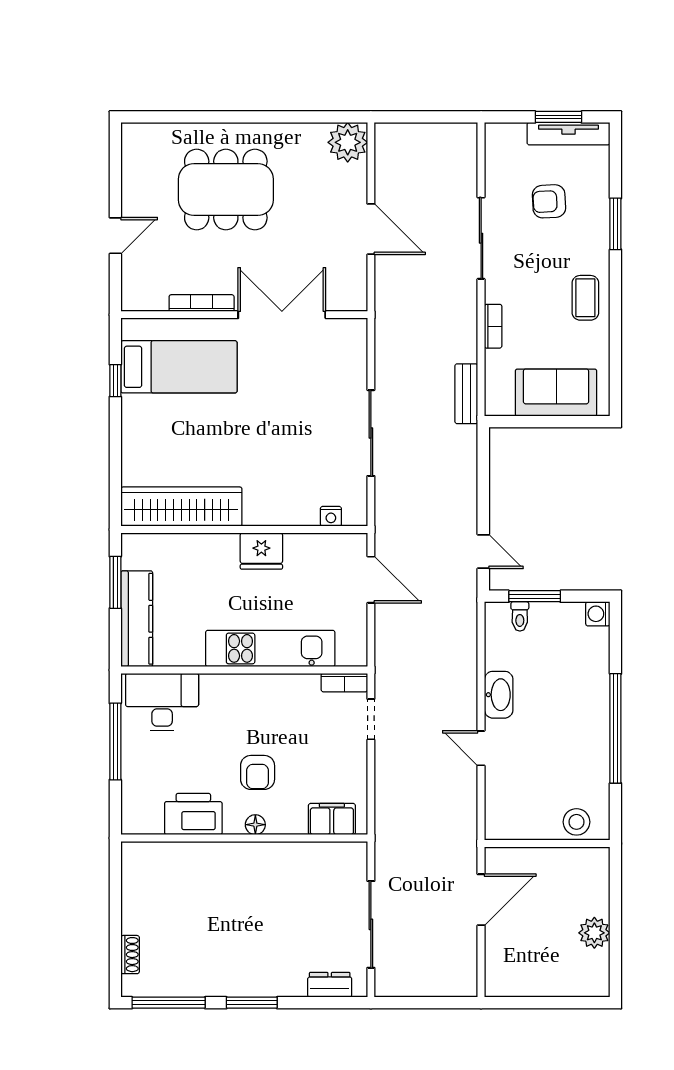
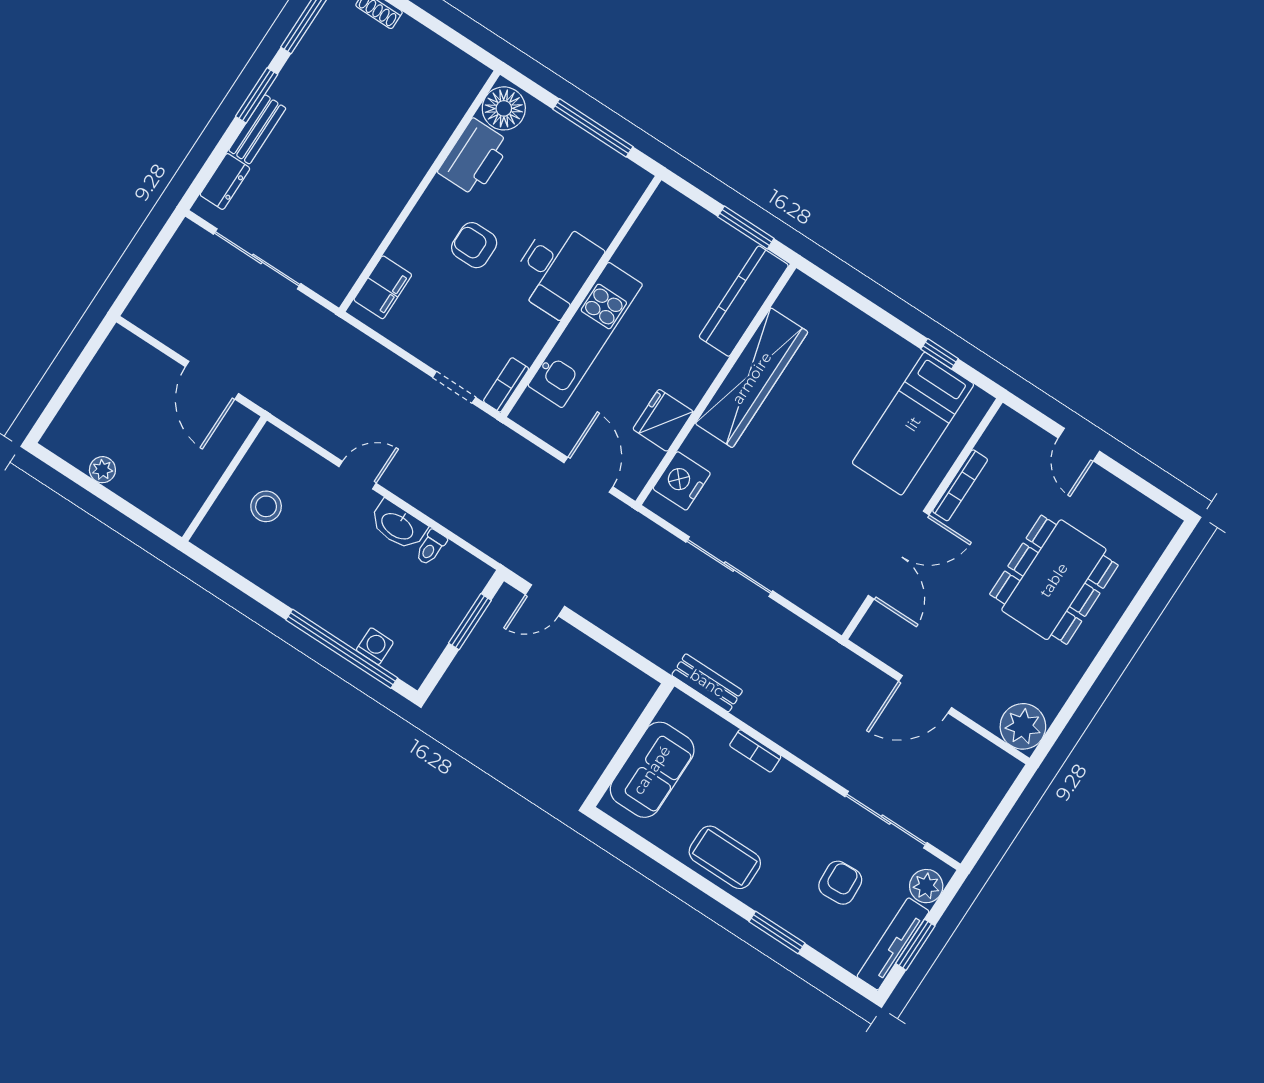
plant: (510, 137) -> (926, 886), added
sliding door: (481, 238) -> (886, 820), moved
coffee table: (585, 298) -> (725, 857), width x1.36, depth x1.30
wardrobe: (181, 507) -> (752, 378), moved
nightstand: (331, 516) -> (682, 481), width x1.89, depth x1.79
fridge: (261, 551) -> (663, 420), moved
door: (371, 580) -> (588, 475), swing flipped
washing machine: (598, 614) -> (375, 646), moved
toilet: (520, 616) -> (431, 547), moved, turned -90
kitchen counter: (137, 619) -> (744, 301), moved, turned 90
desk: (162, 702) -> (555, 268), moved
window: (615, 728) -> (342, 649), moved
stool: (576, 822) -> (266, 506), moved
floor lamp: (255, 825) -> (504, 108), moved, width x1.89, depth x1.89
plant: (594, 933) -> (102, 470), width x0.73, depth x0.73
bench: (276, 986) -> (257, 129), added

